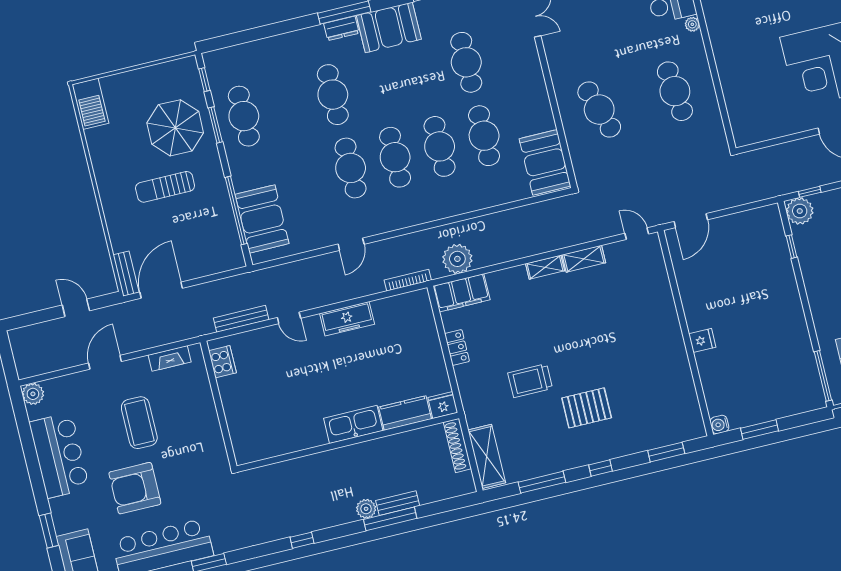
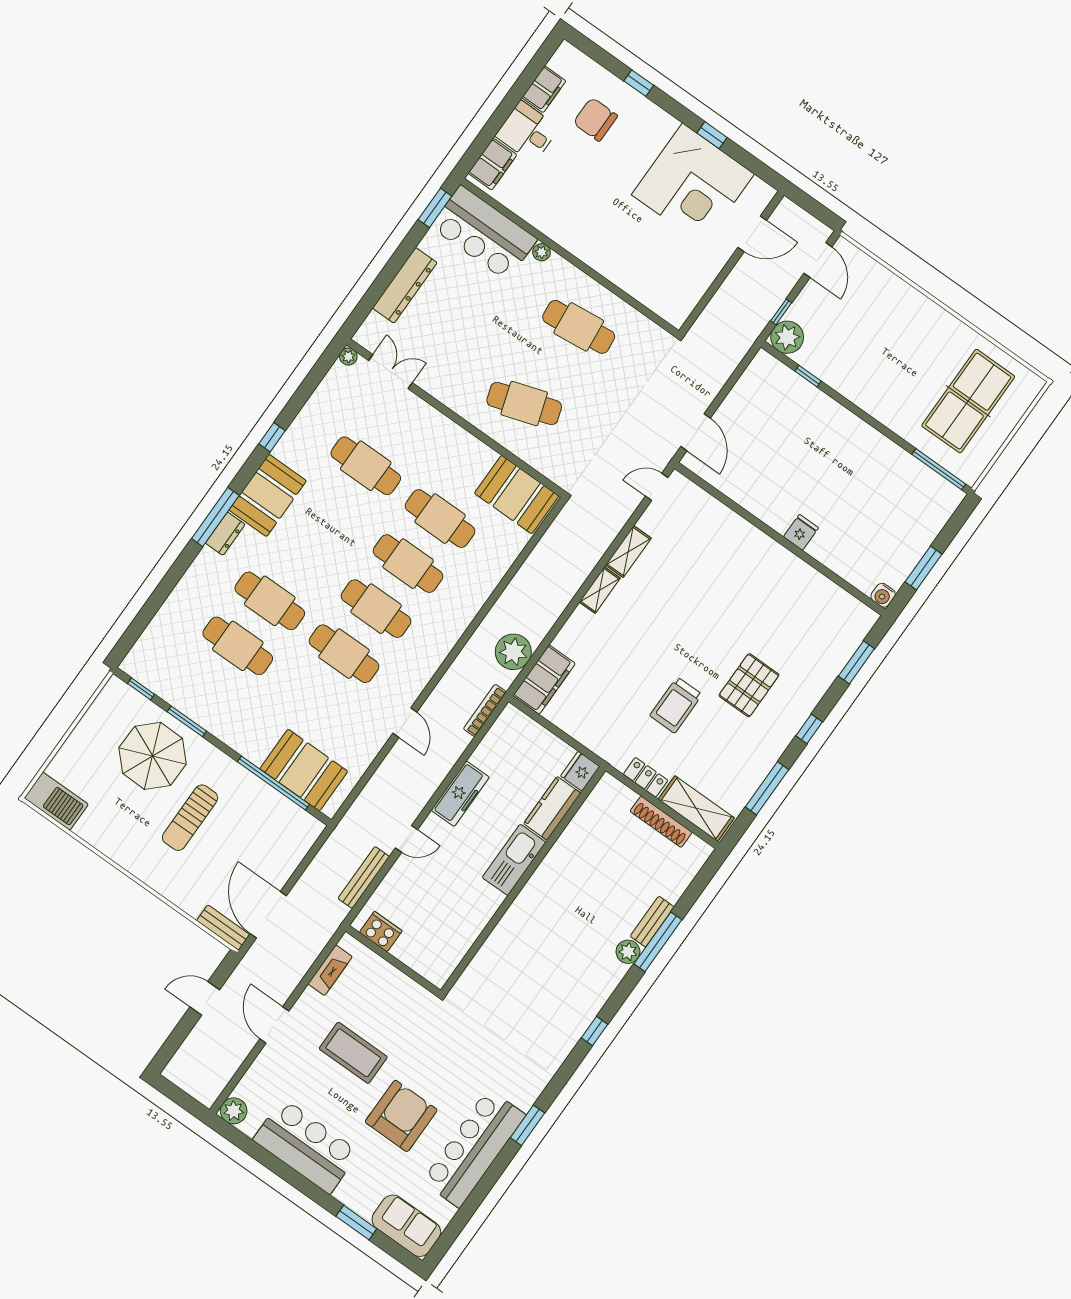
cafe table: (244, 116) -> (238, 646), moved
locker: (457, 347) -> (646, 777), moved
fridge: (443, 405) -> (580, 771), moved
kitchen counter: (405, 413) -> (552, 808), moved
kitchen sink: (353, 424) -> (514, 860), moved
wall: (348, 442) -> (523, 880), moved
armchair: (135, 488) -> (401, 1116), turned 180

